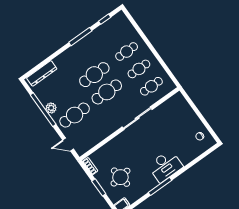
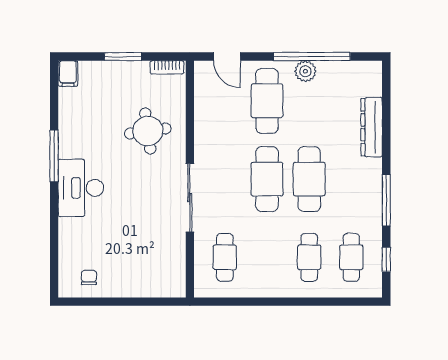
cafe table: (139, 69) -> (351, 257), moved
dresser: (42, 73) -> (372, 127), moved
door: (68, 145) -> (227, 57), swing flipped
round table: (120, 177) -> (148, 131), moved

